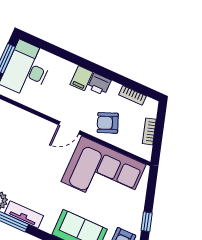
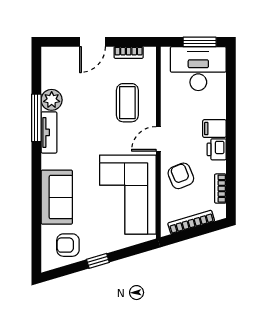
door: (69, 128) -> (158, 139), hinge flipped
bookcase: (149, 131) -> (191, 222), width x1.56
coffee table: (28, 140) -> (127, 103), added

